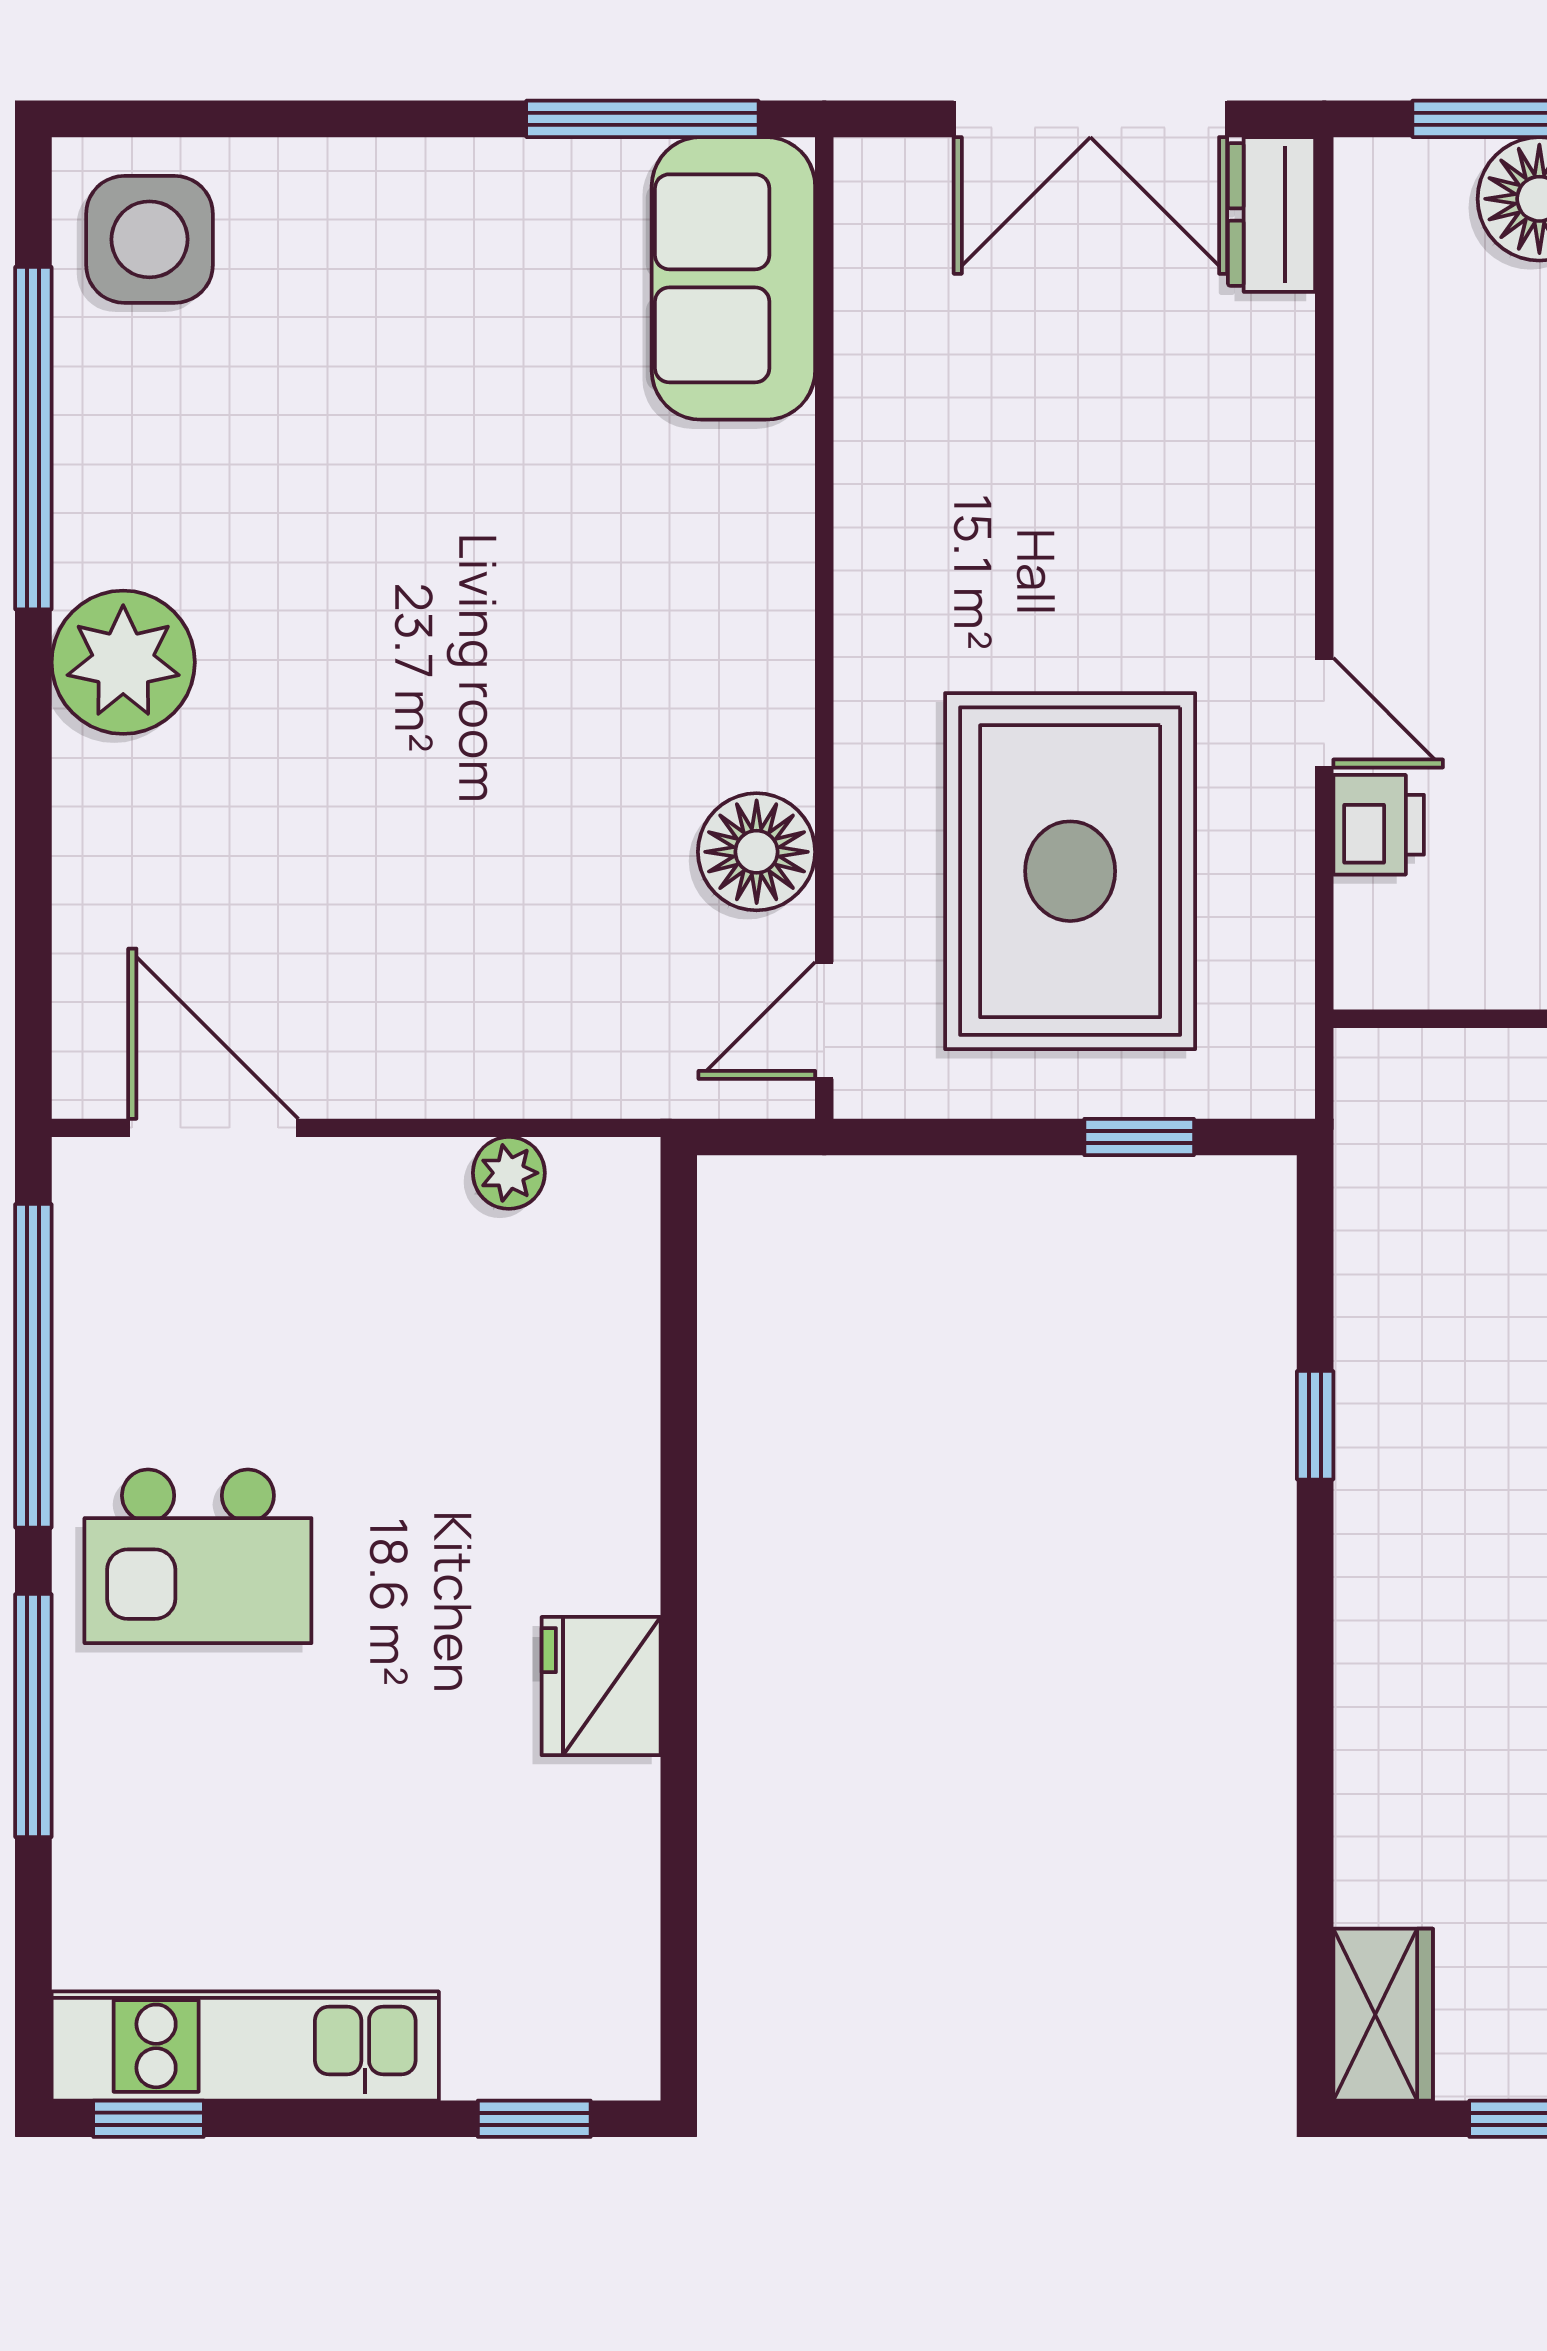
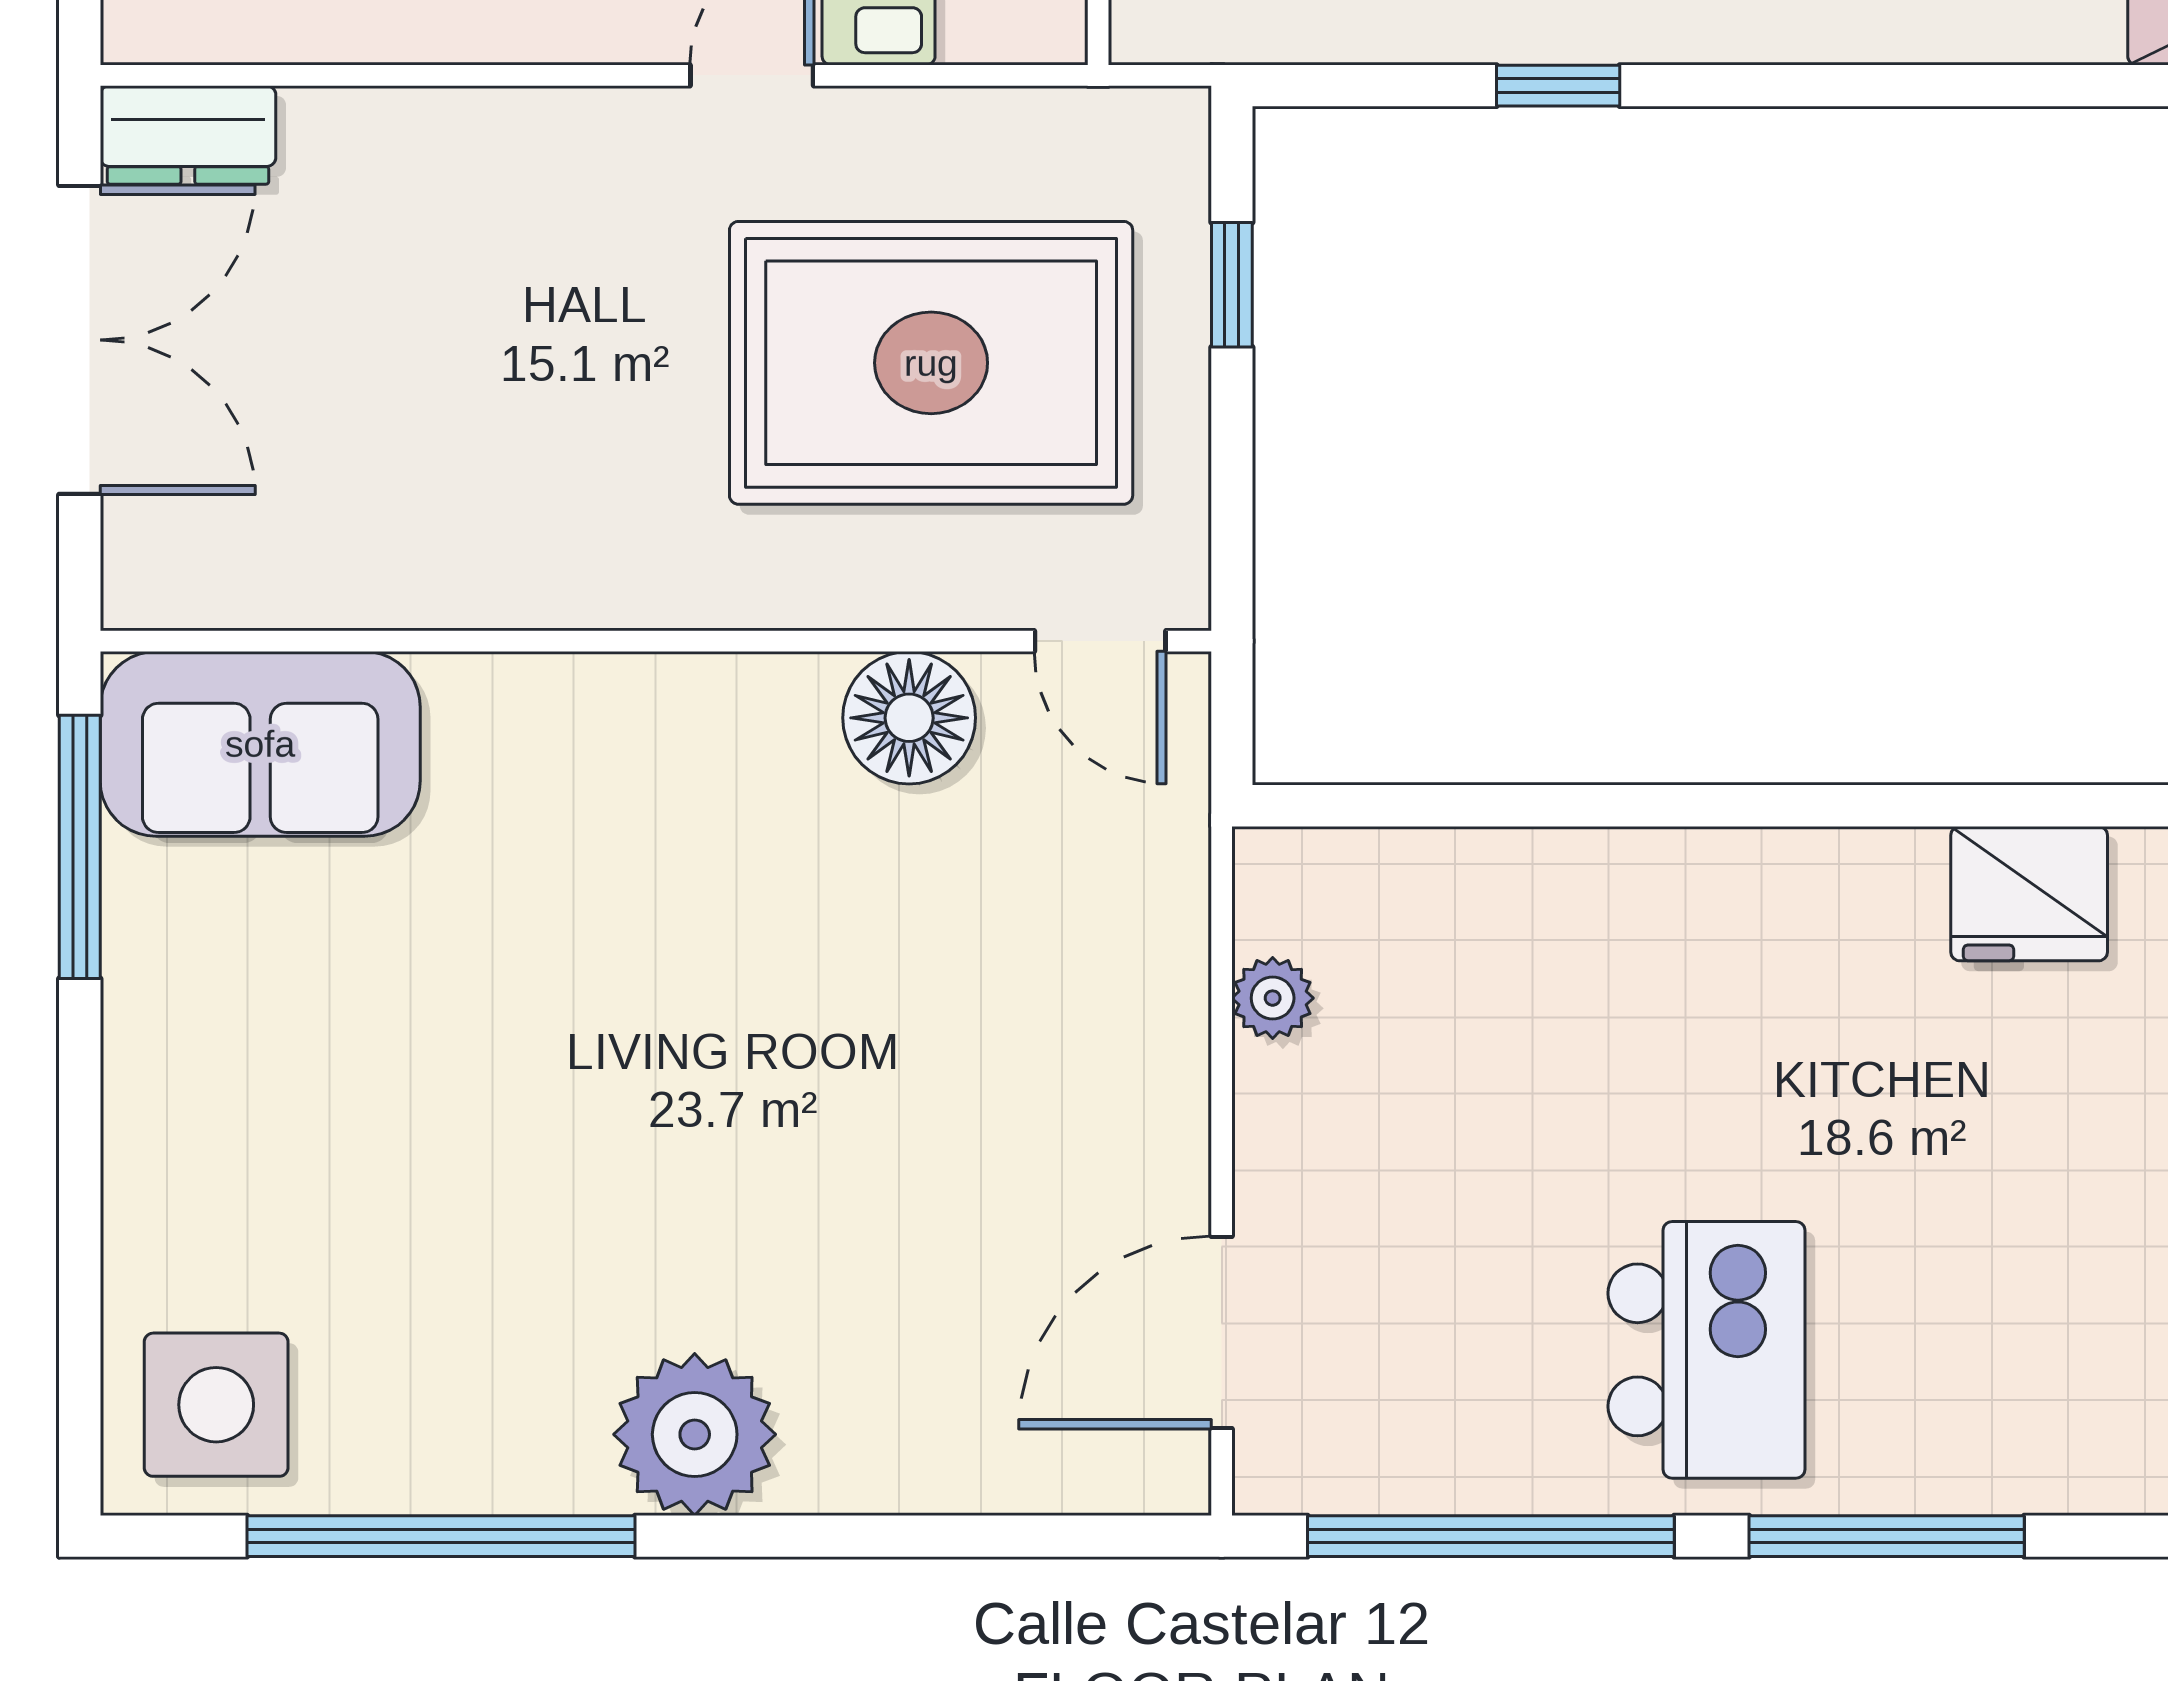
fridge: (601, 1686) -> (2029, 894), moved

